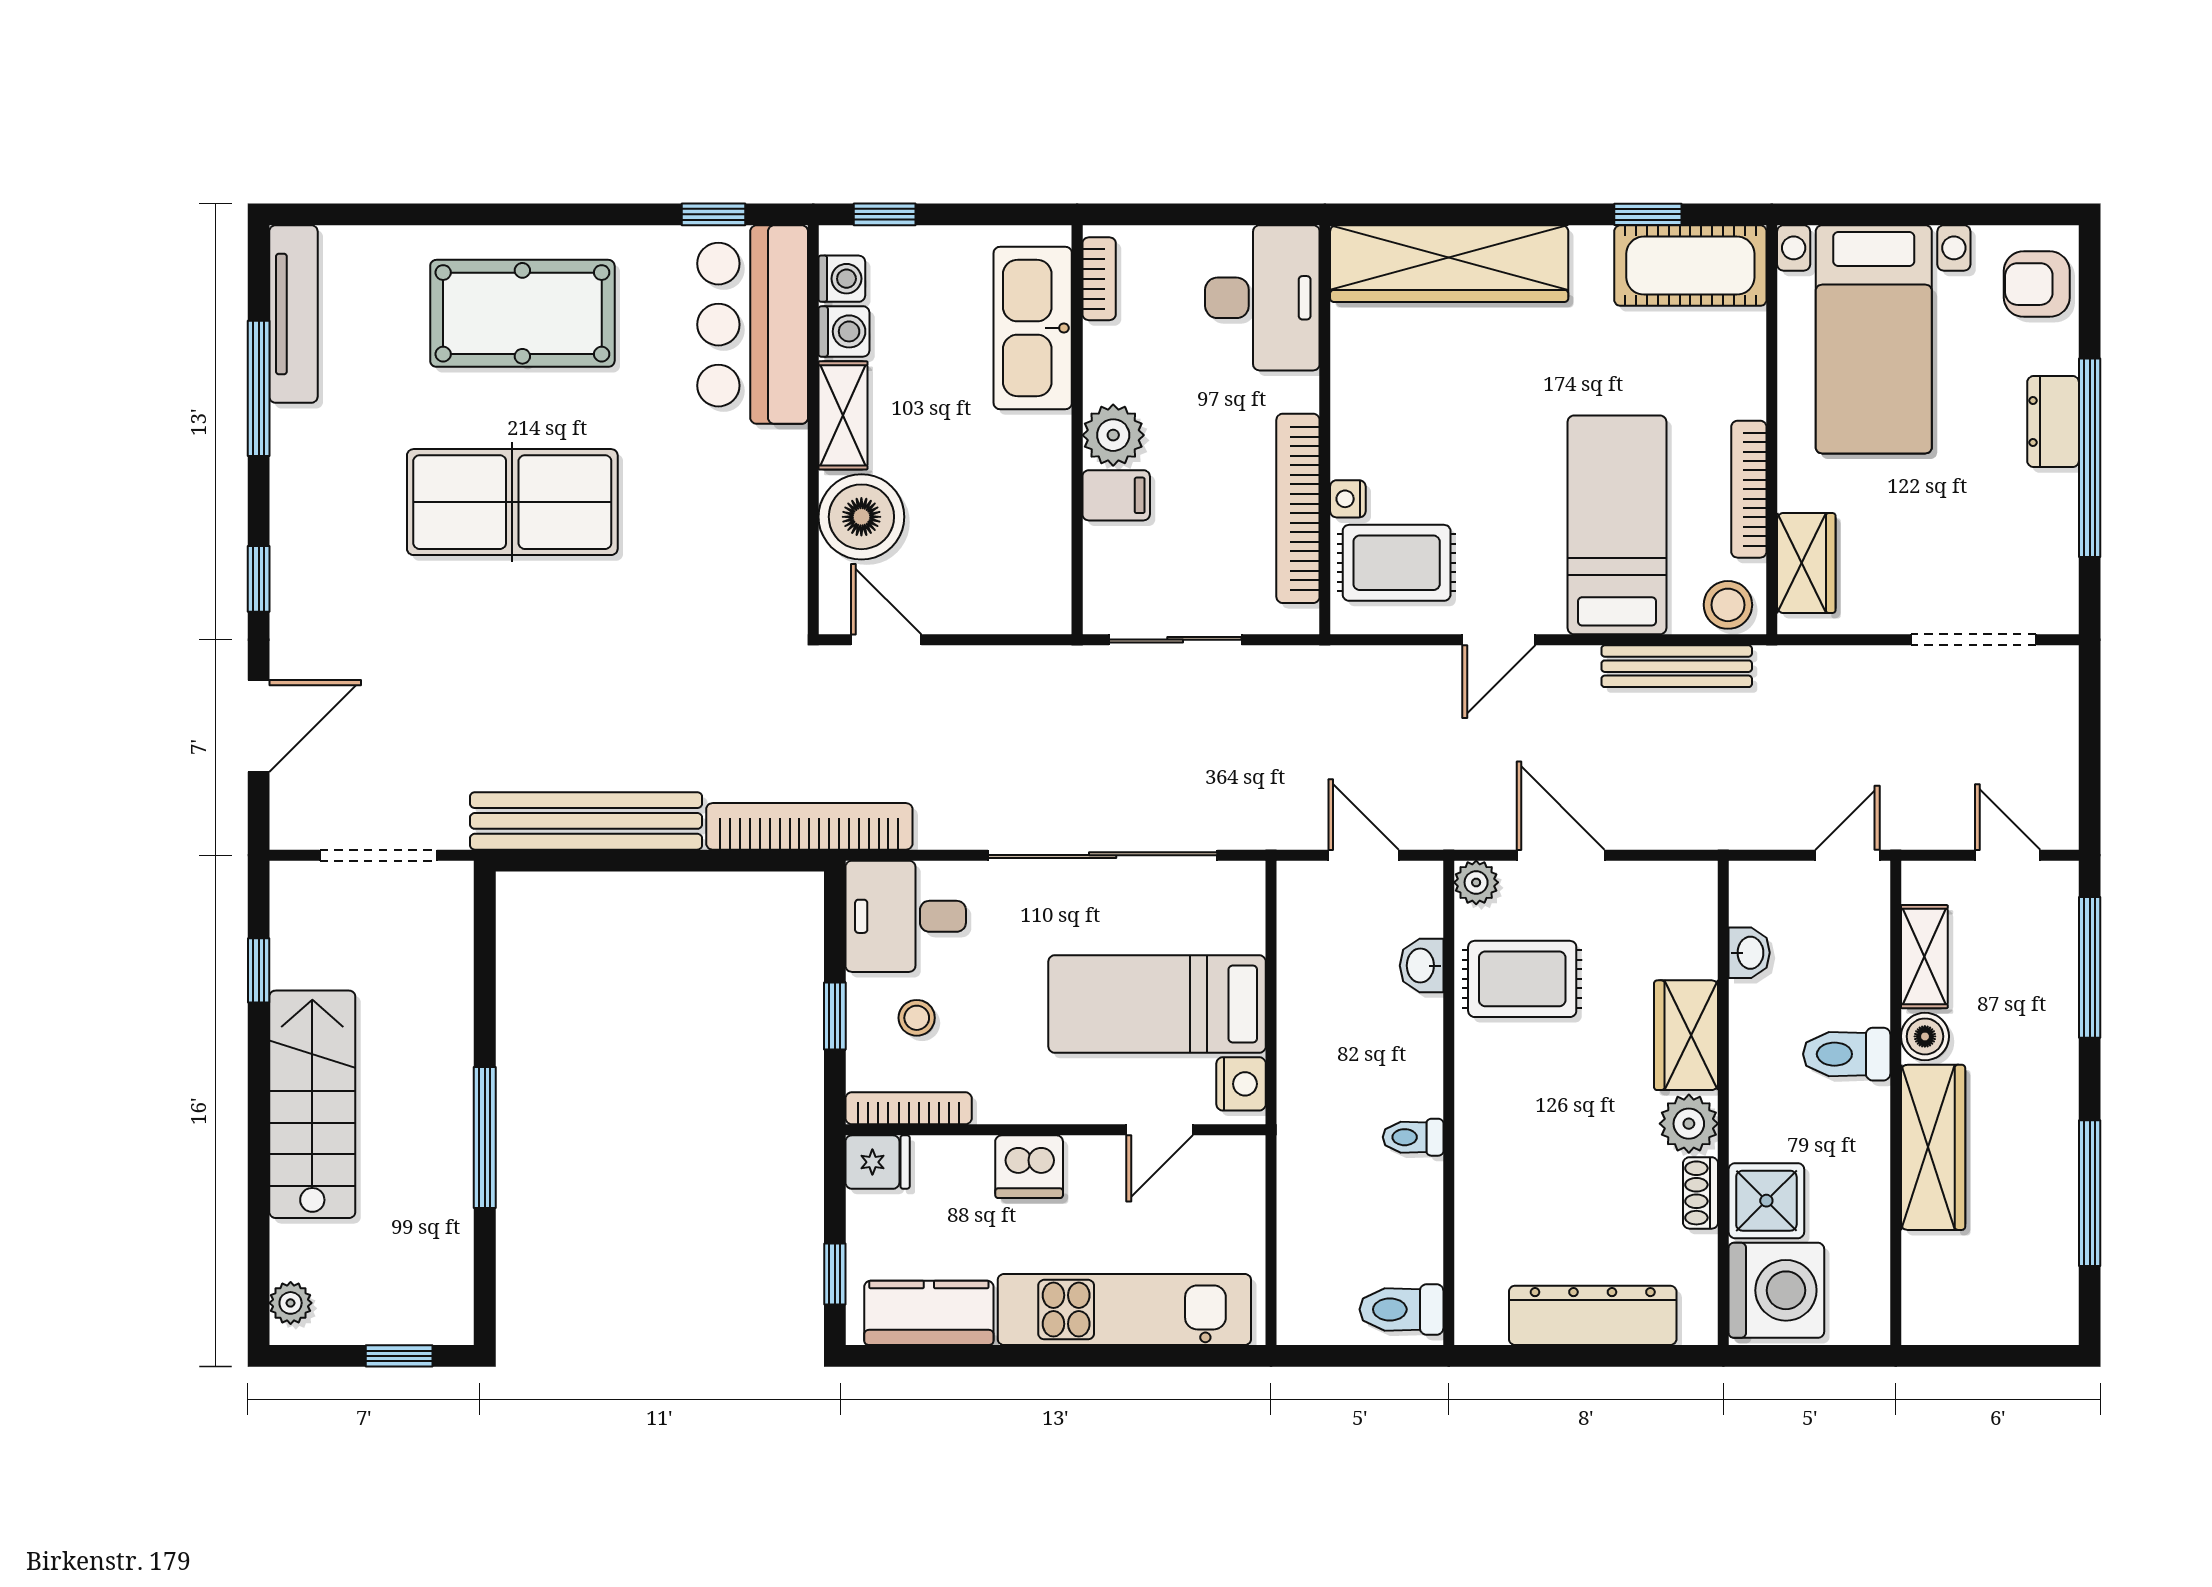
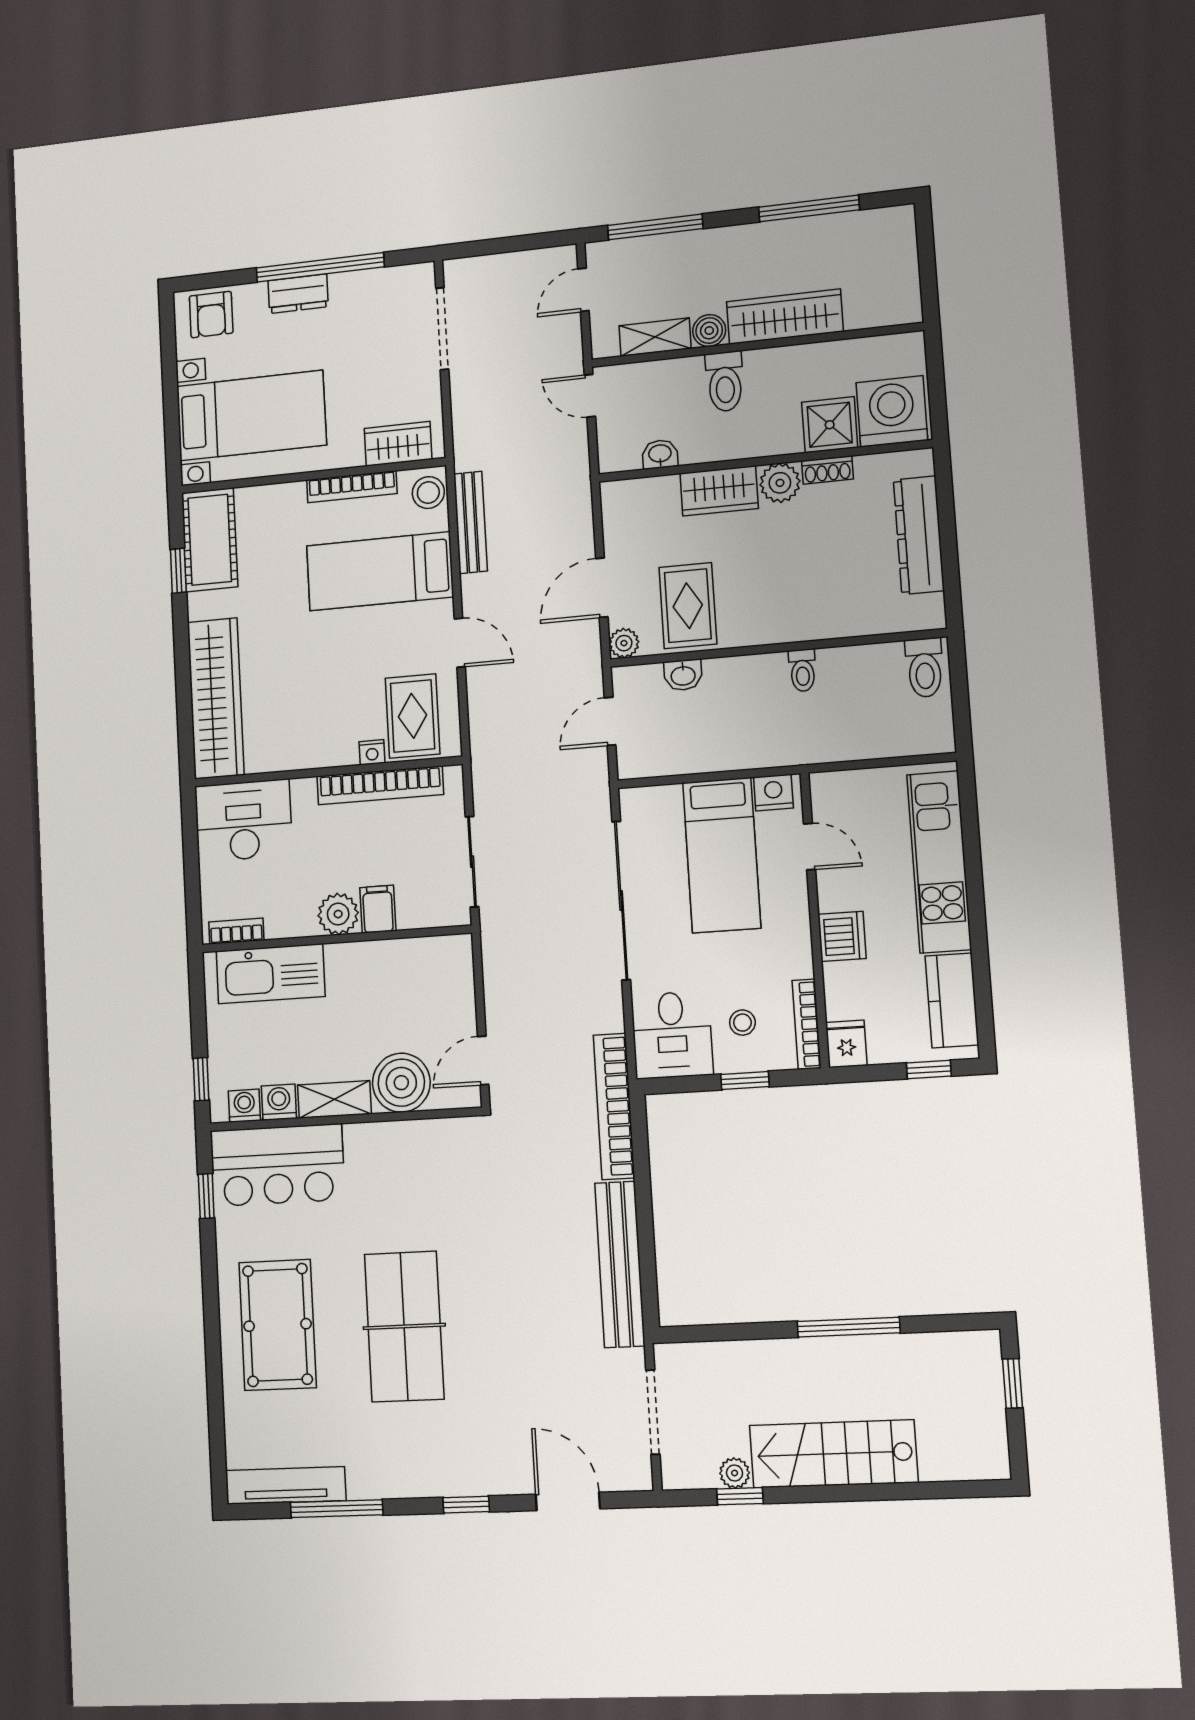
plant: (291, 1303) -> (735, 1473), moved

